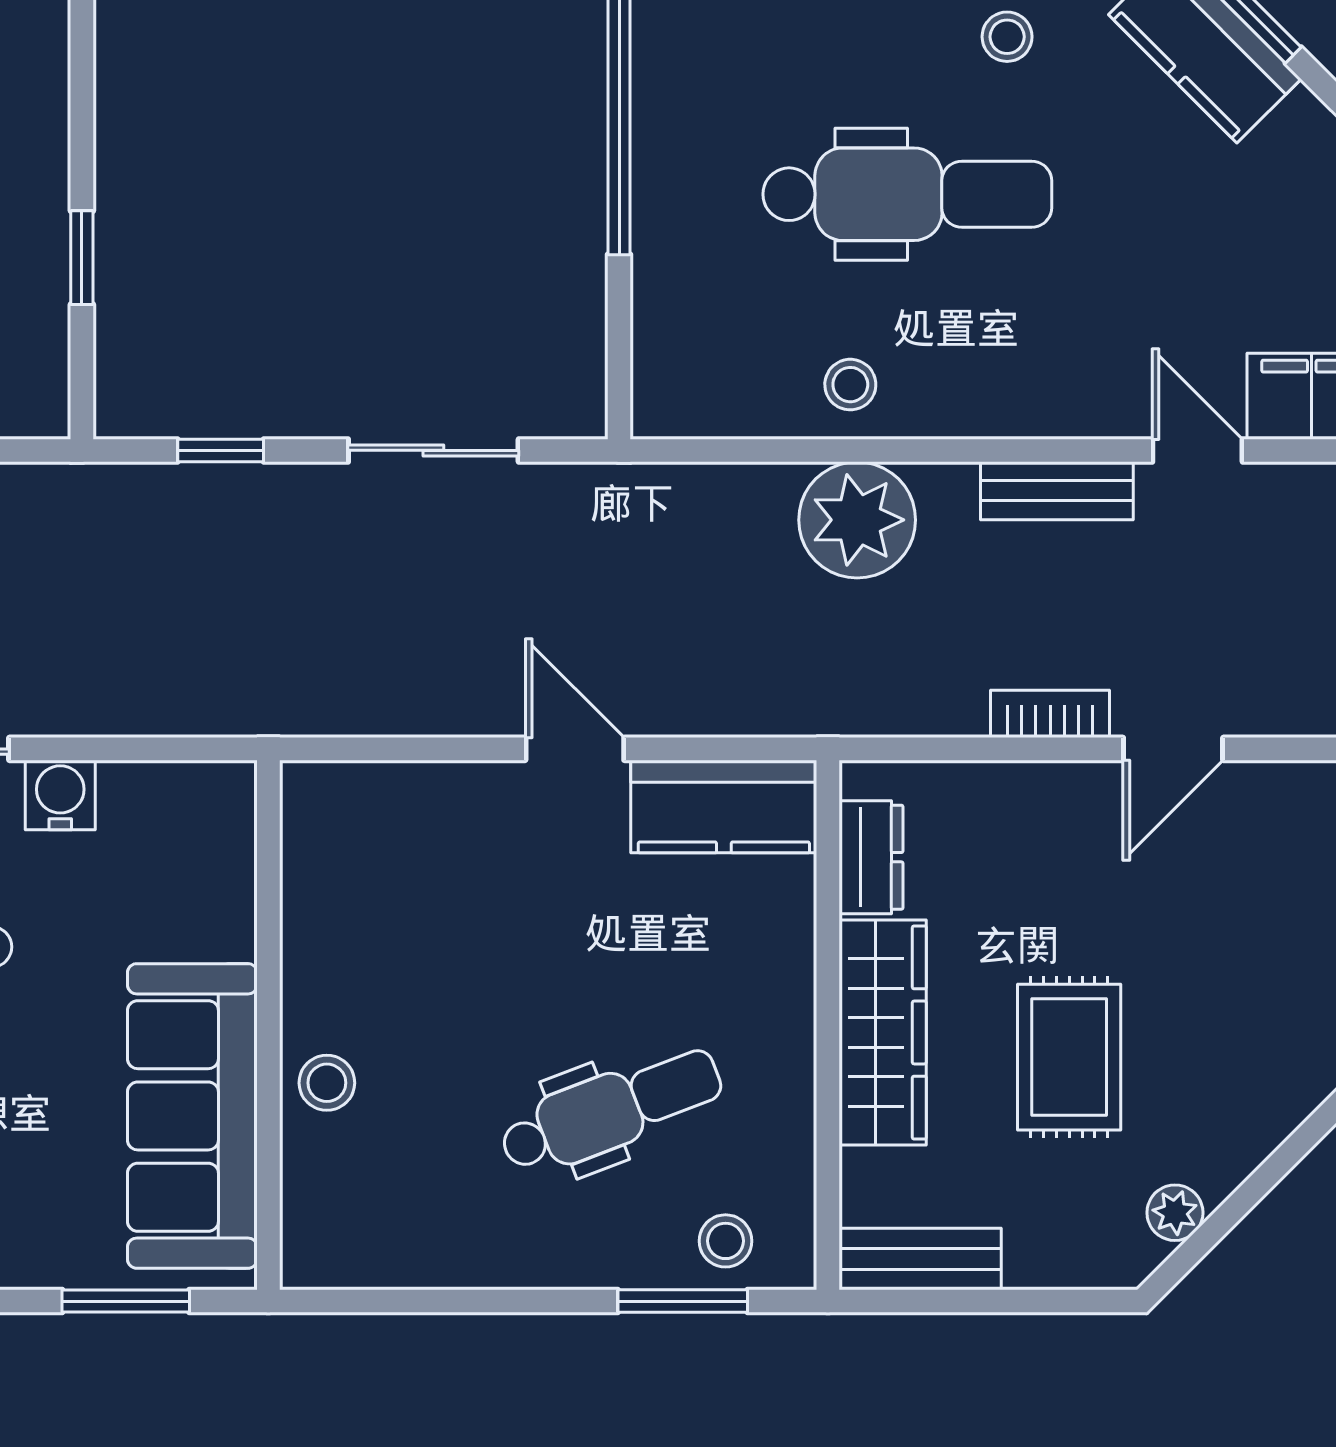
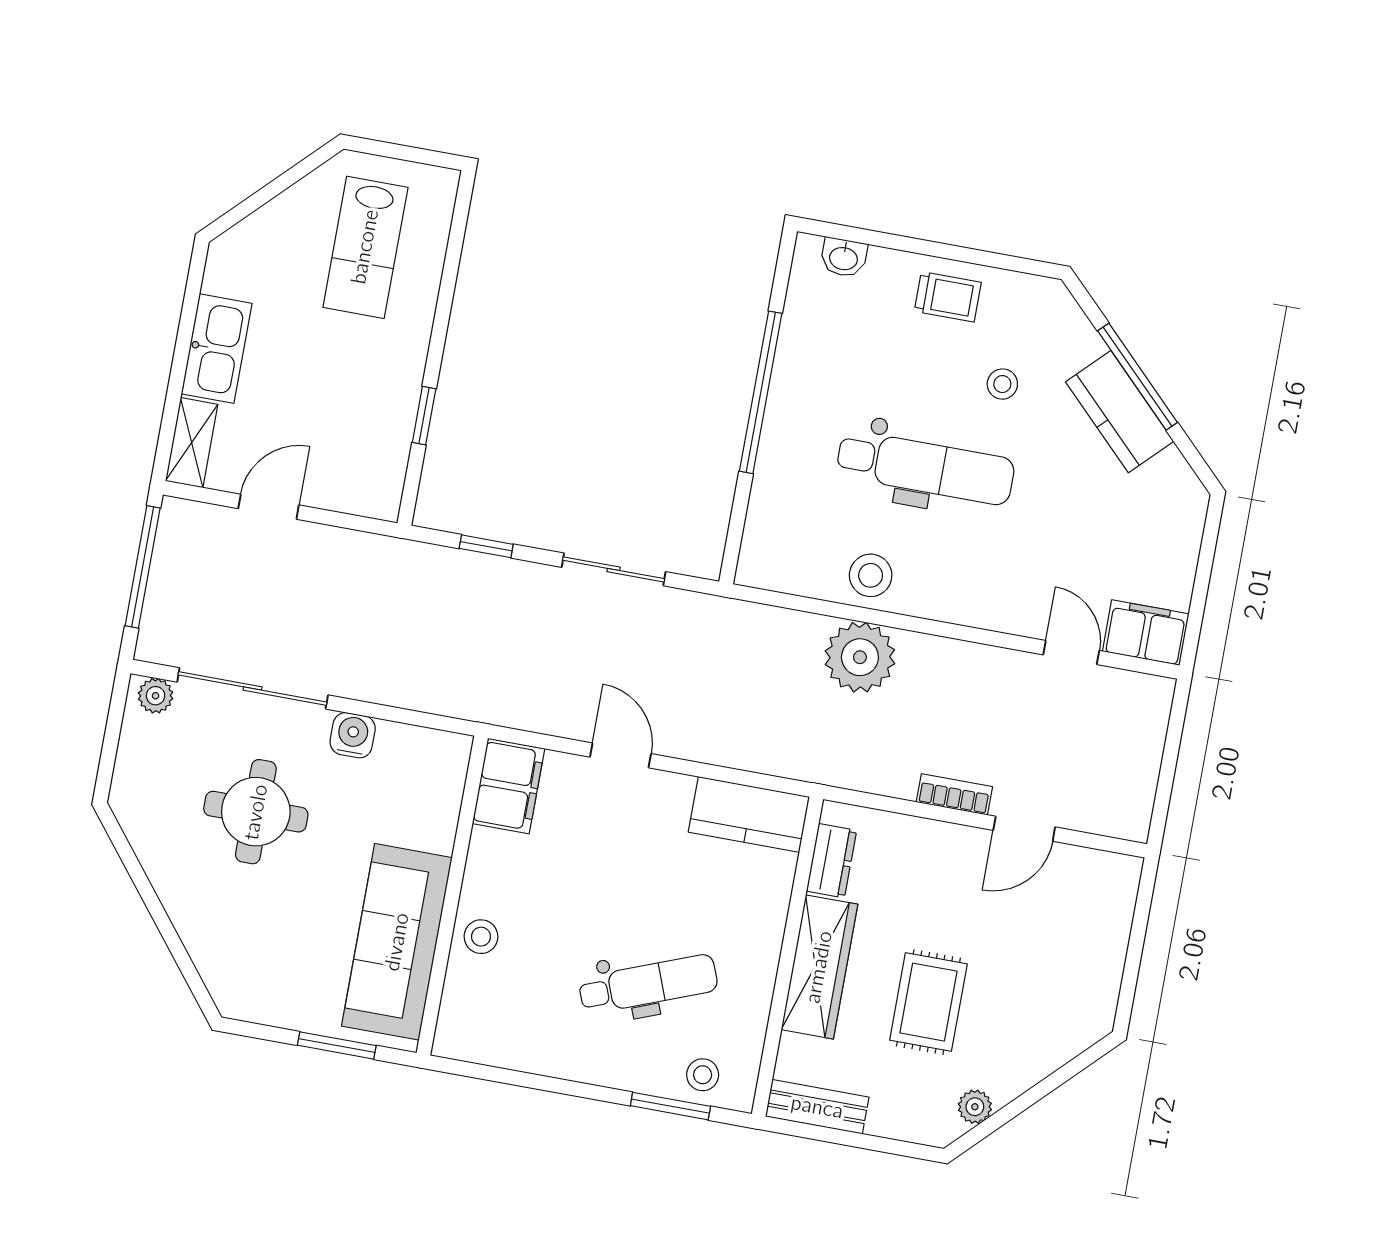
stool: (850, 385) -> (871, 575), width x1.37, depth x1.37
bench: (1057, 491) -> (983, 661), removed
door: (575, 749) -> (621, 755), moved
filing cabinet: (327, 831) -> (509, 786), added

